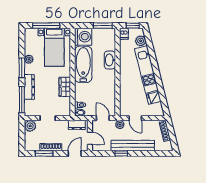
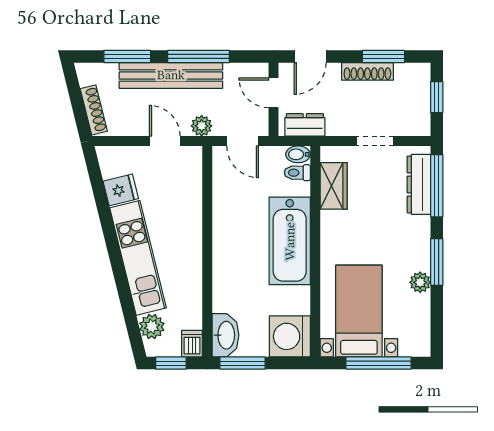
washbasin: (110, 60) -> (225, 335), moved
bathtub: (83, 64) -> (290, 241), moved
dresser: (29, 87) -> (419, 184), moved
wardrobe: (65, 87) -> (334, 186), moved
plant: (30, 126) -> (417, 122), removed
window: (22, 136) -> (437, 97), added
window: (121, 153) -> (198, 56), width x2.17
window: (151, 153) -> (127, 56), added

